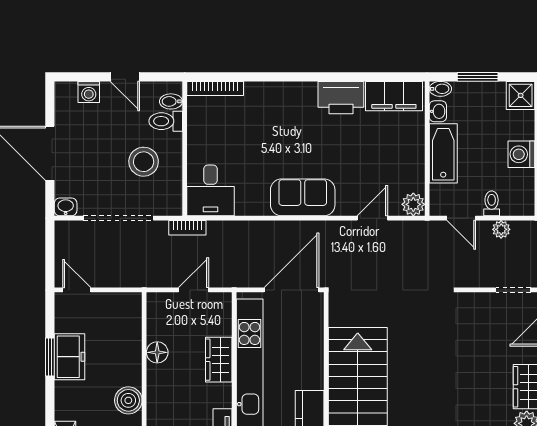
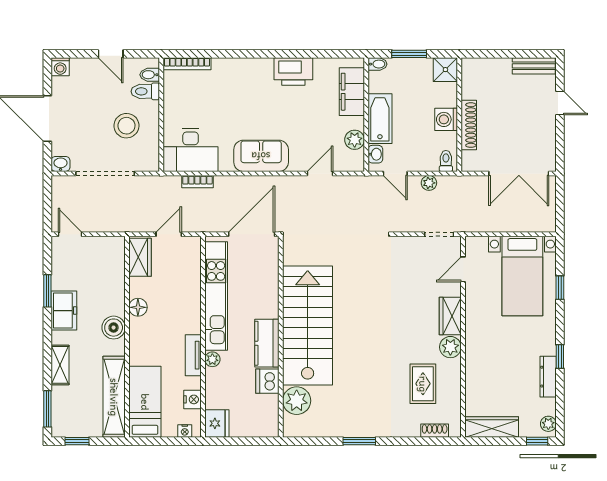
washing machine: (89, 92) -> (60, 67), moved
filing cabinet: (394, 96) -> (352, 92), moved, turned 90
washbasin: (438, 111) -> (375, 154), moved
desk: (210, 190) -> (191, 150), width x1.37
toilet: (492, 203) -> (446, 161), moved
plant: (413, 204) -> (355, 140), moved
bookcase: (187, 228) -> (197, 182), moved
floor lamp: (157, 352) -> (138, 307), moved
freezer: (70, 357) -> (64, 311), moved
wardrobe: (219, 360) -> (140, 257), moved, turned 180

